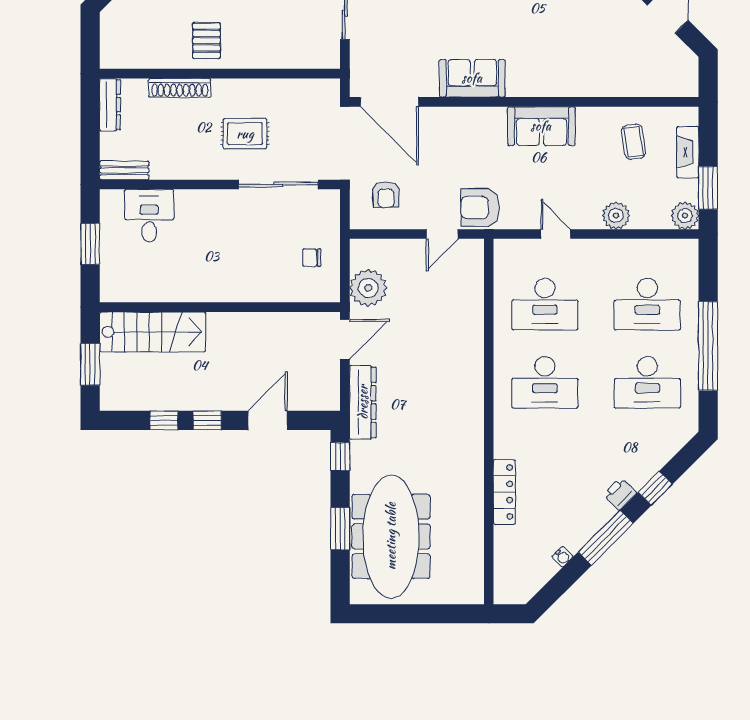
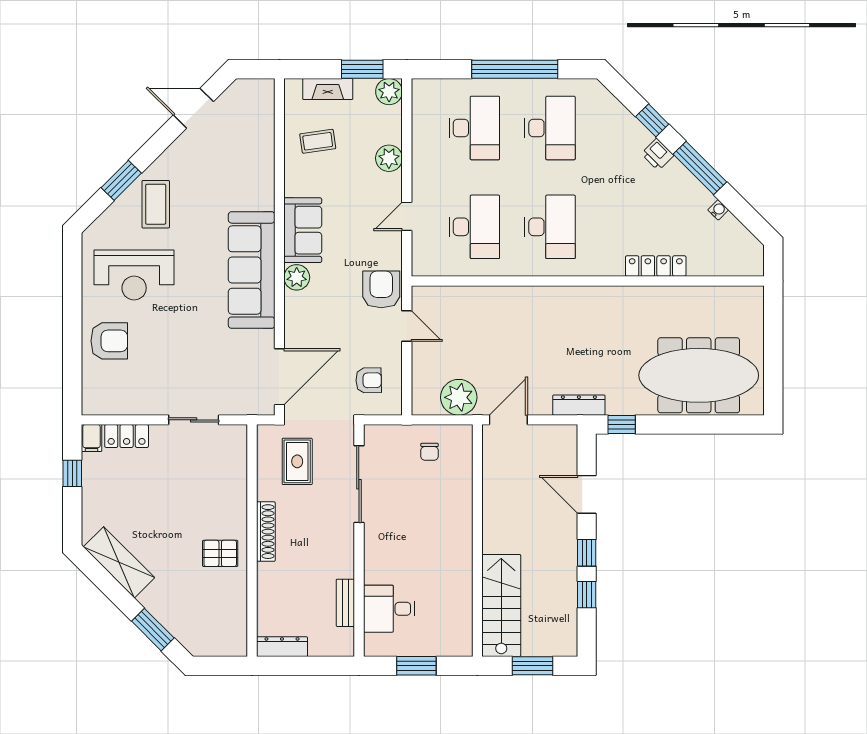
sofa: (472, 78) -> (252, 270), width x1.85, depth x1.27
shoe rack: (180, 88) -> (266, 532), moved
plant: (493, 120) -> (297, 277), added
rug: (245, 134) -> (297, 461), moved
bench: (124, 170) -> (345, 603), moved
armchair: (480, 208) -> (381, 289), turned 180
door: (345, 339) -> (508, 420), hinge flipped
dresser: (363, 402) -> (579, 405), width x0.73, depth x0.80
window: (340, 529) -> (691, 424), removed

